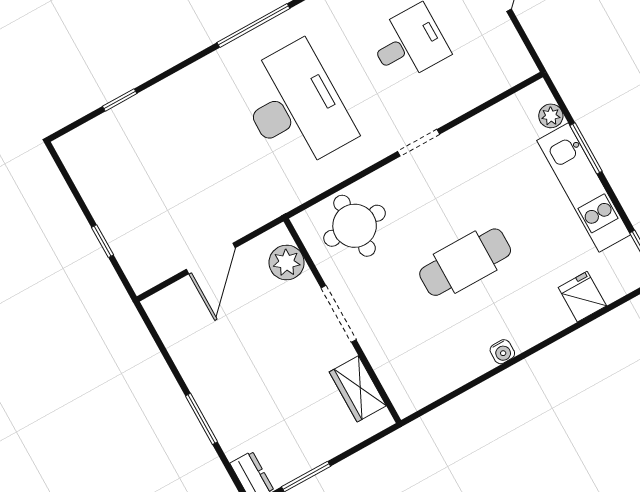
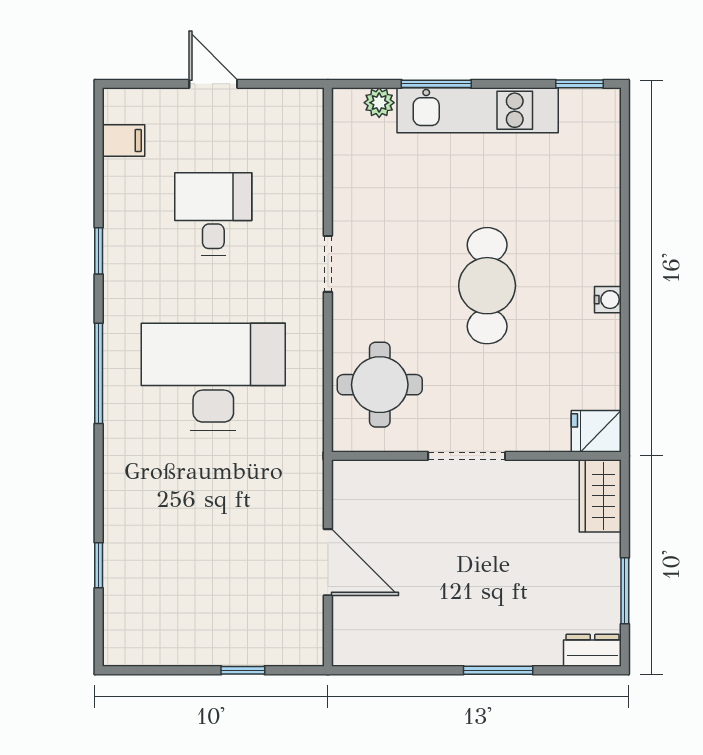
plant: (287, 262) -> (379, 482), removed
fridge: (582, 297) -> (596, 431), moved
wardrobe: (358, 389) -> (600, 496), moved, turned 90

